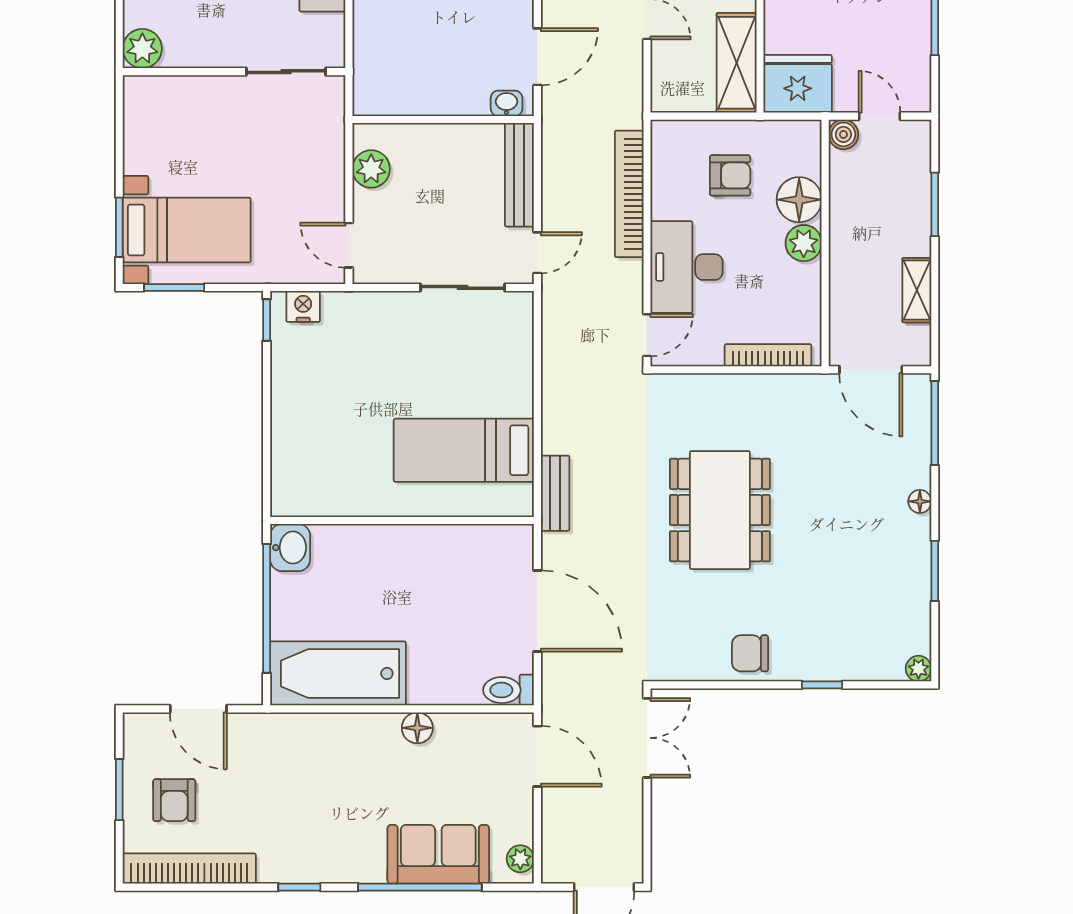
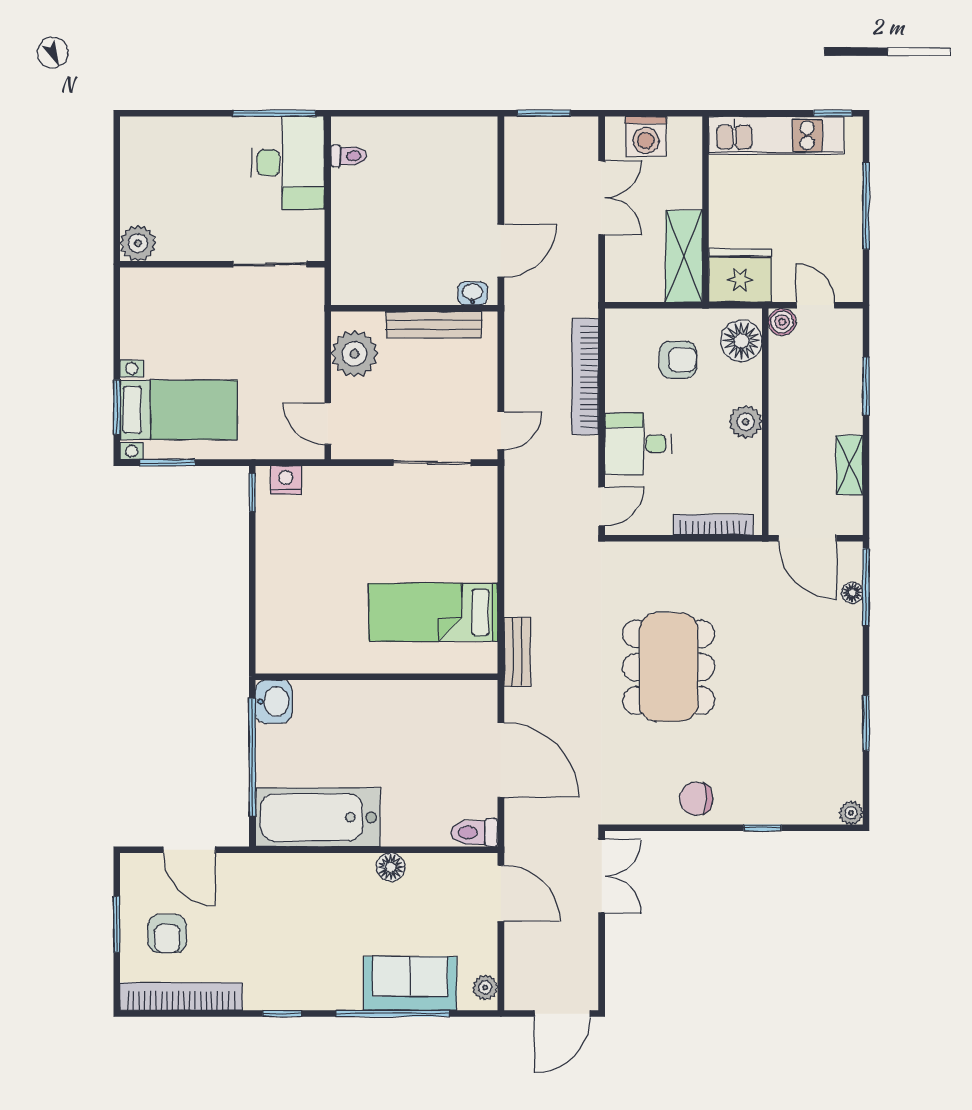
plant: (371, 169) -> (354, 354), width x1.36, depth x1.36
bench: (519, 175) -> (434, 325), moved, turned 90
floor lamp: (799, 200) -> (741, 341), moved
desk: (686, 267) -> (638, 444), width x0.73
floor lamp: (920, 501) -> (852, 593), moved

